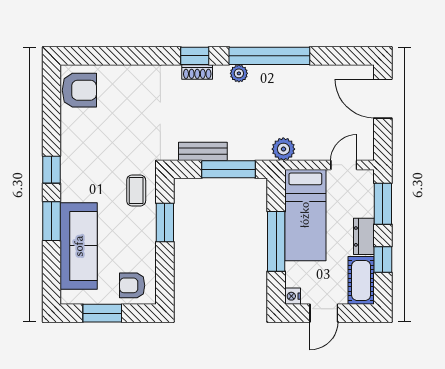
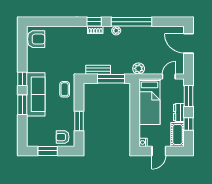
window: (165, 222) -> (79, 121), moved
window: (276, 241) -> (135, 115), removed
sofa: (79, 246) -> (36, 94), moved

